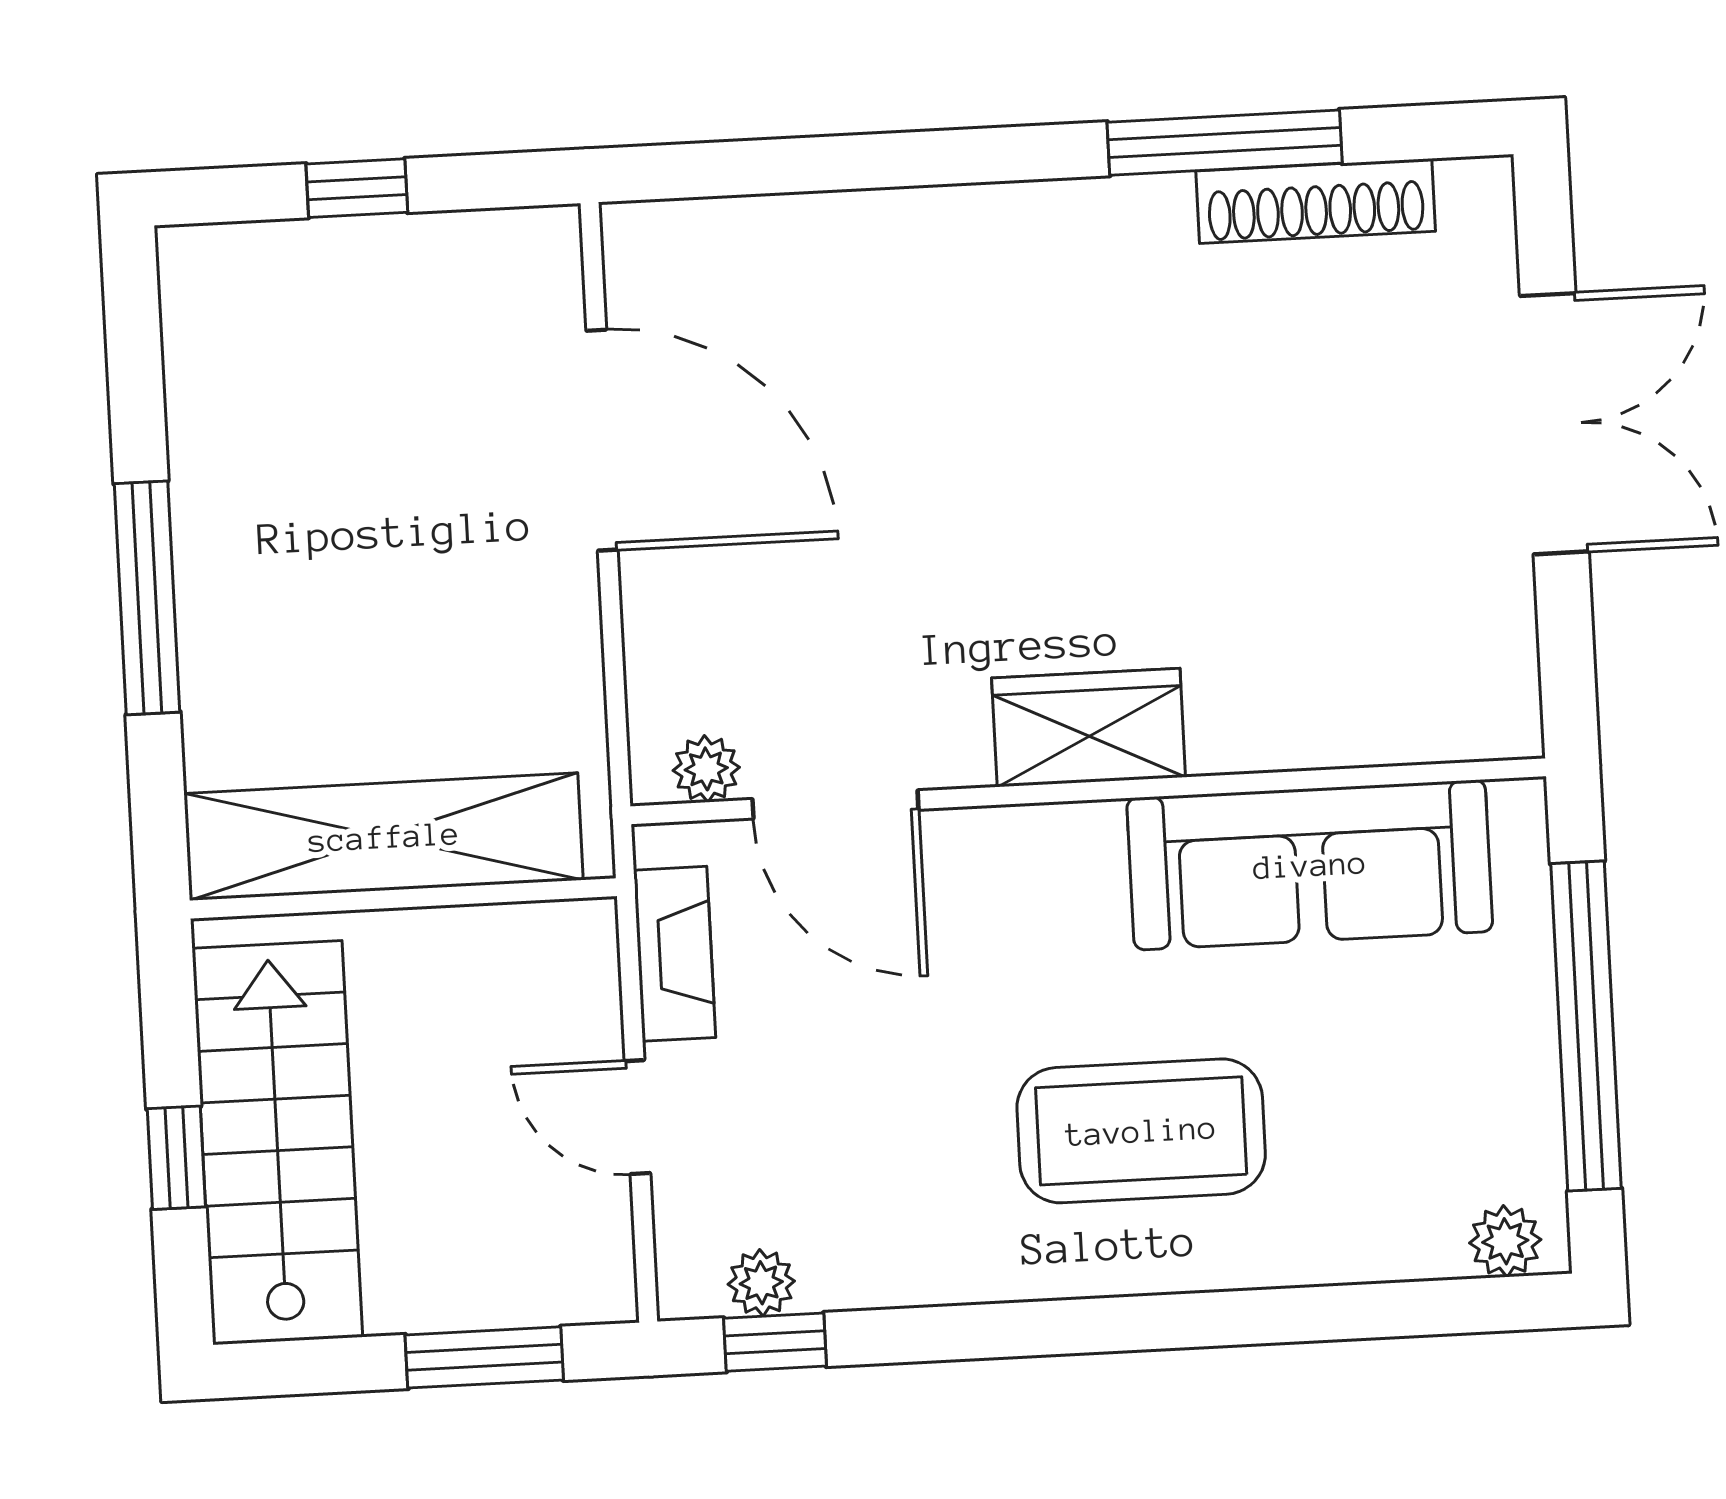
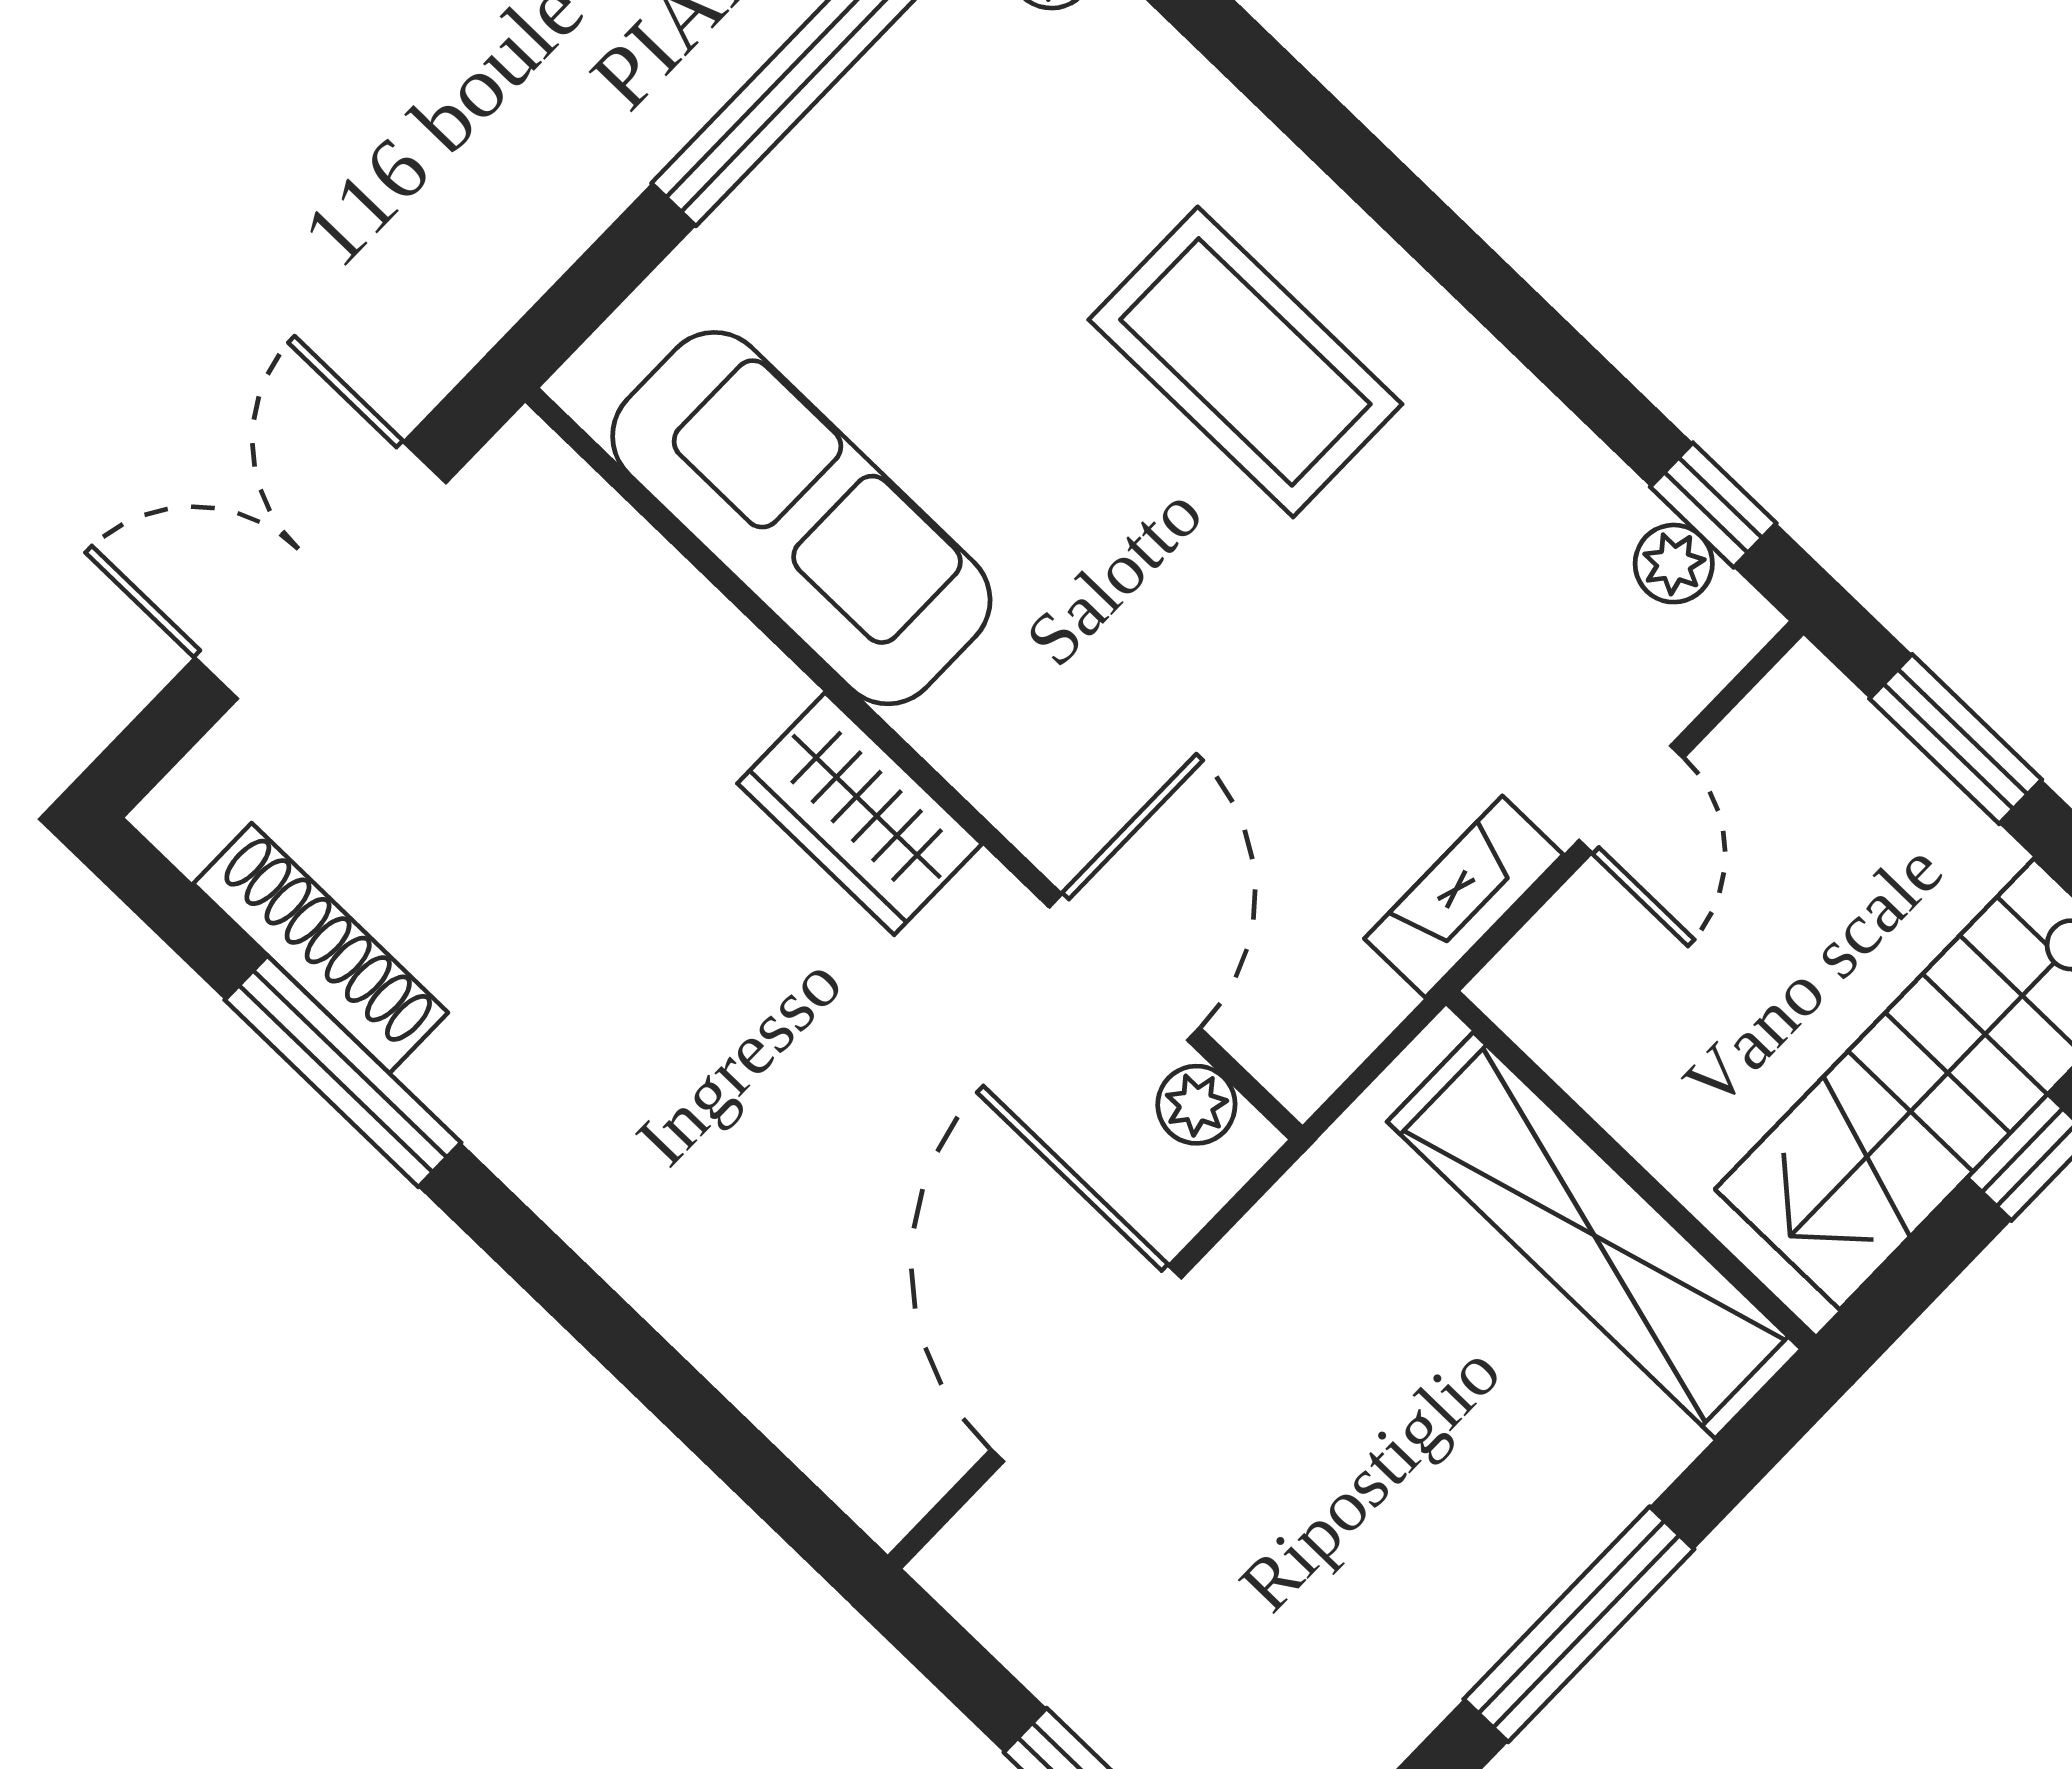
wardrobe: (1089, 728) -> (860, 814), moved
plant: (706, 769) -> (1196, 1105), moved
wall: (1088, 791) -> (914, 764), moved
door: (835, 804) -> (1124, 967), moved
sofa: (1310, 865) -> (801, 518), moved

